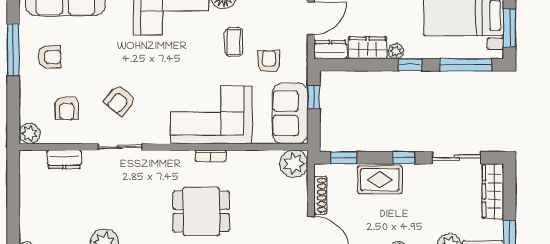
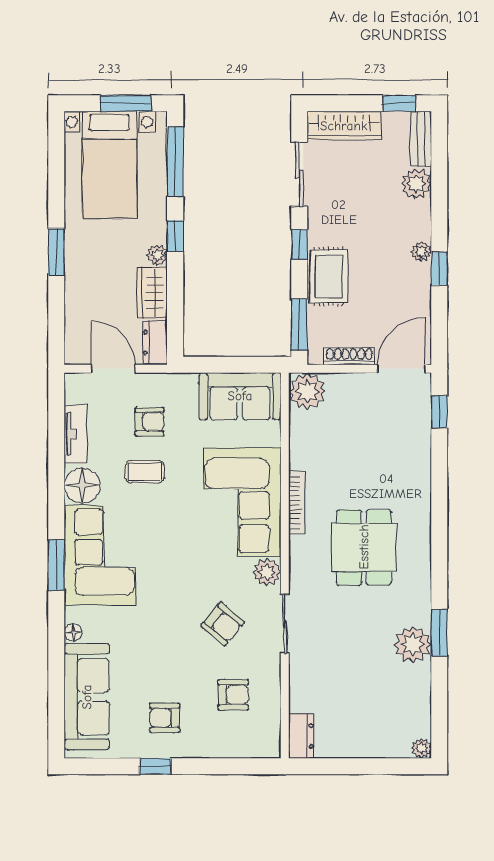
window: (13, 50) -> (155, 766), width x0.46
armchair: (50, 57) -> (165, 718), turned -90
armchair: (269, 62) -> (149, 422), moved, turned 180
window: (314, 97) -> (218, 365), removed
plant: (30, 133) -> (267, 572), moved
bookcase: (211, 156) -> (297, 503), width x1.56
window: (344, 158) -> (299, 325), width x1.50
dresser: (64, 159) -> (301, 736), moved
dining table: (201, 211) -> (364, 547), moved

